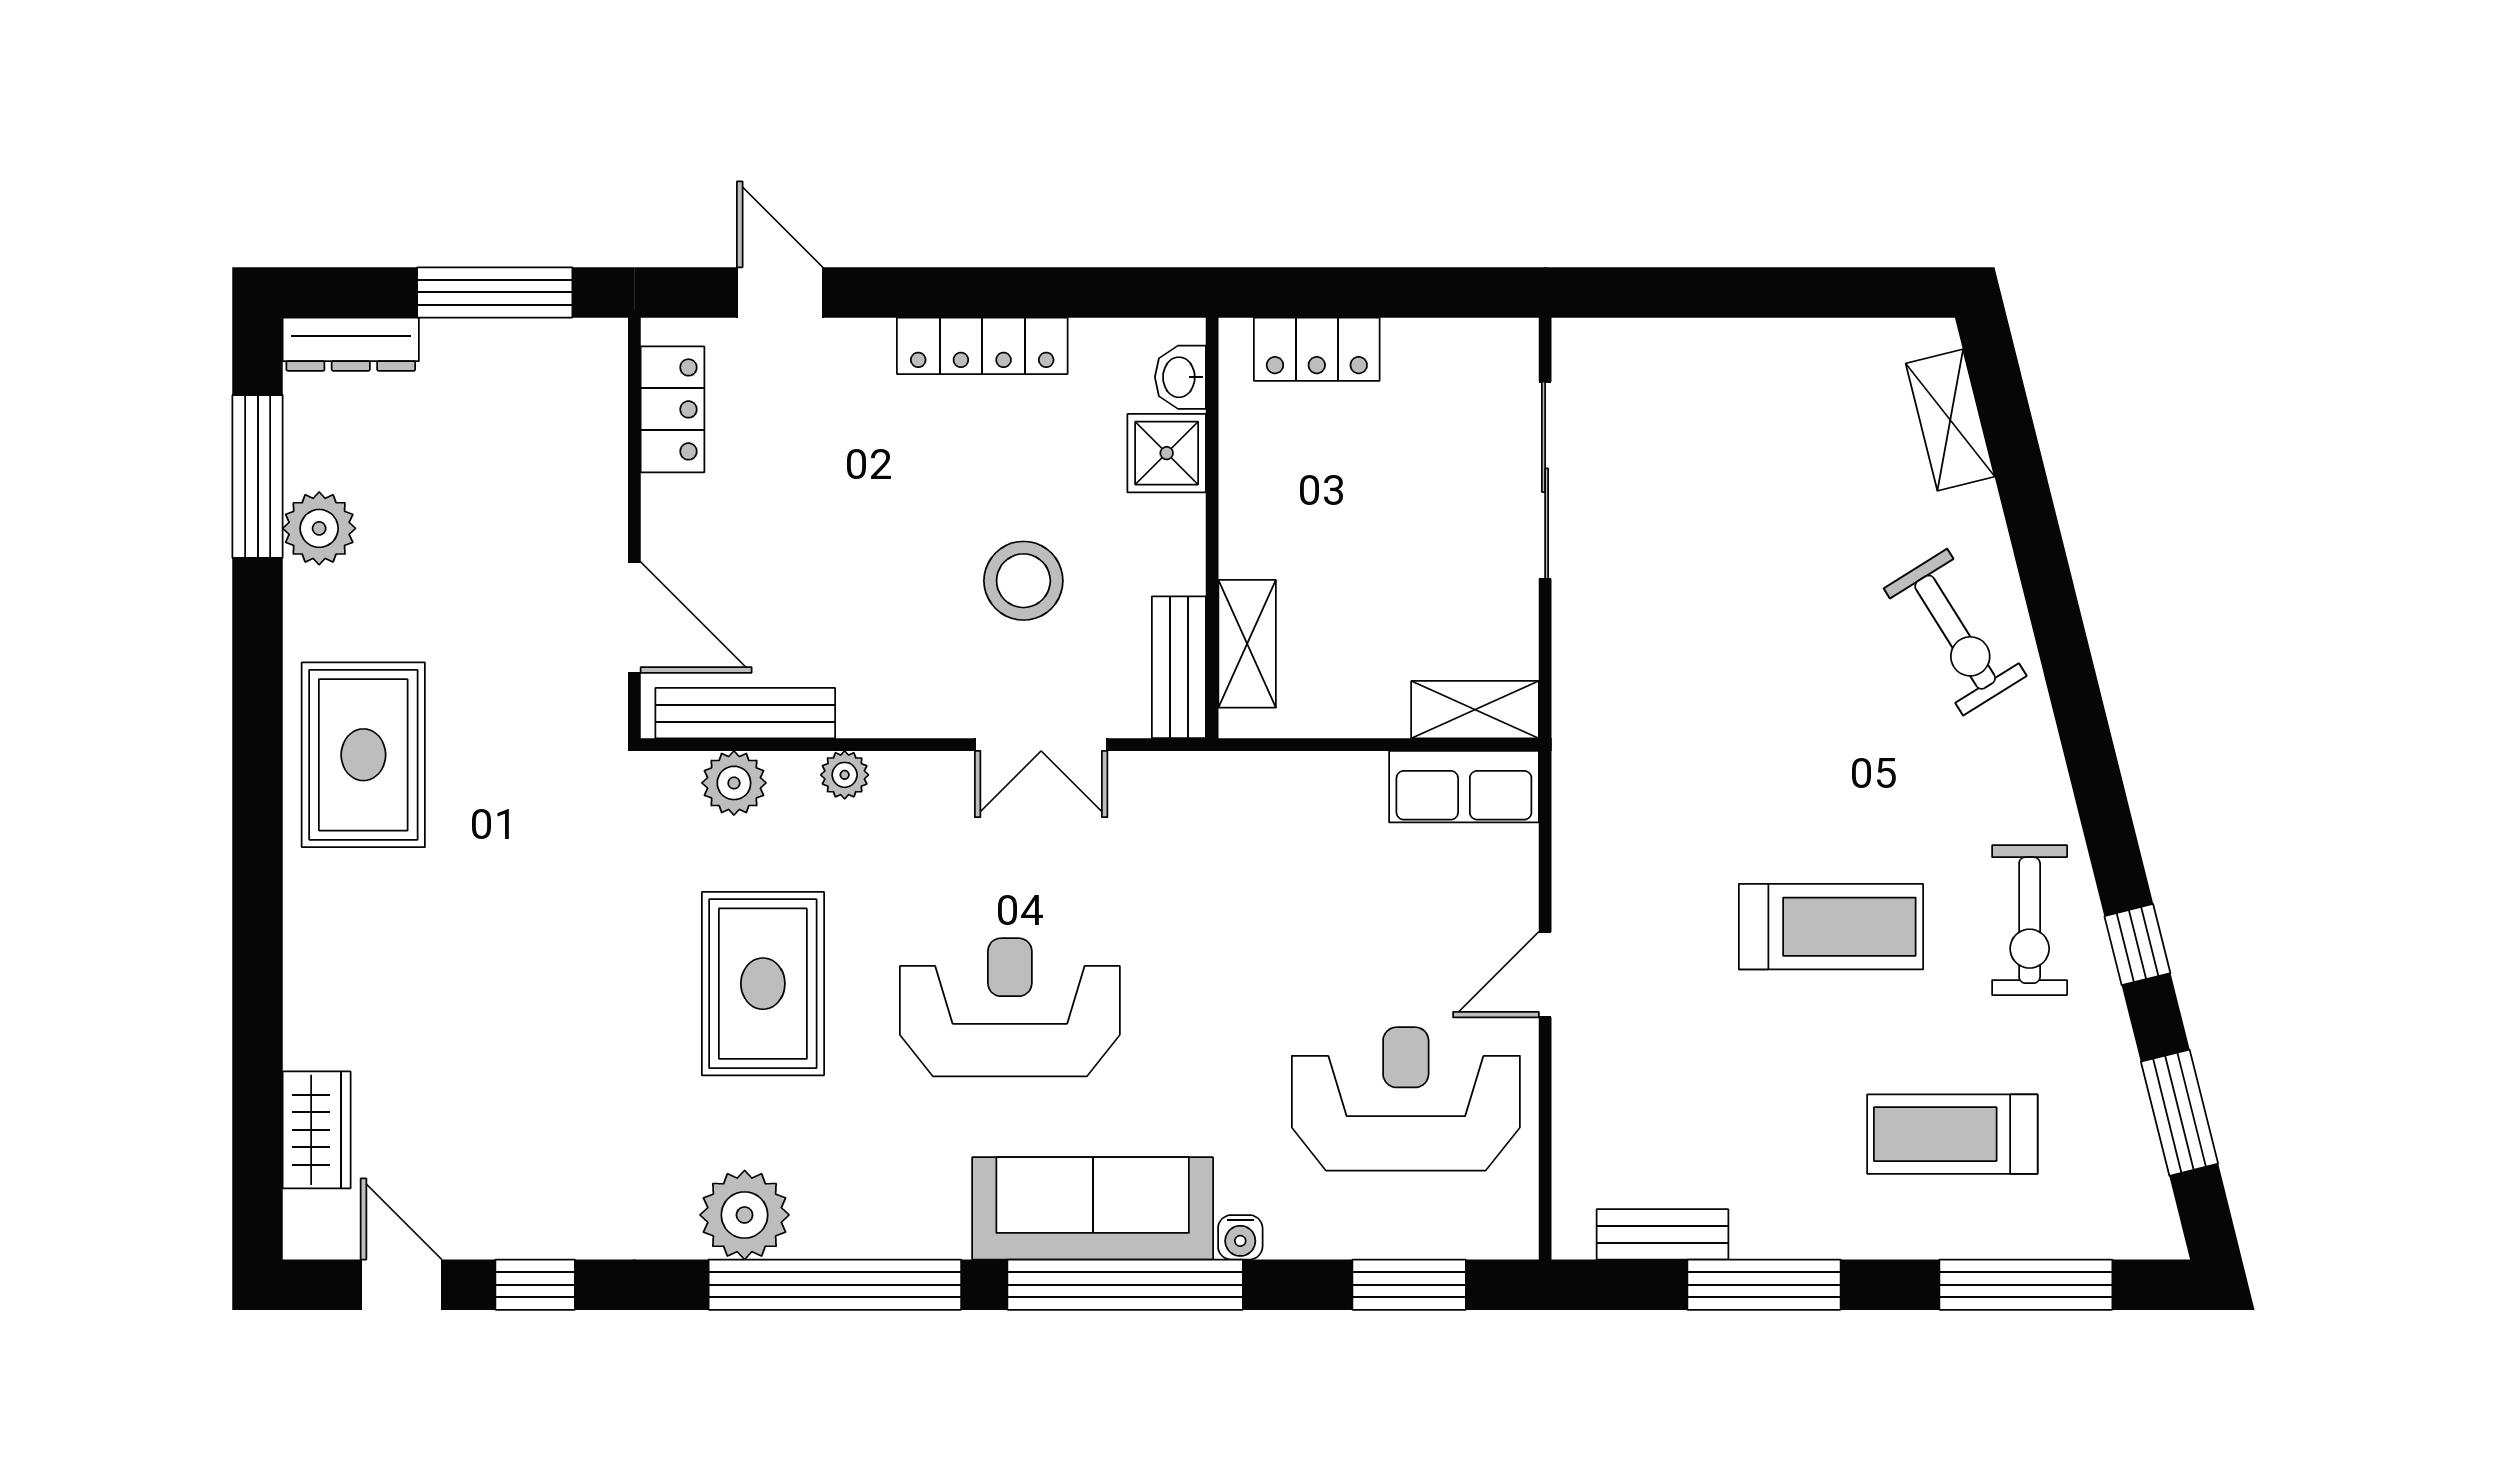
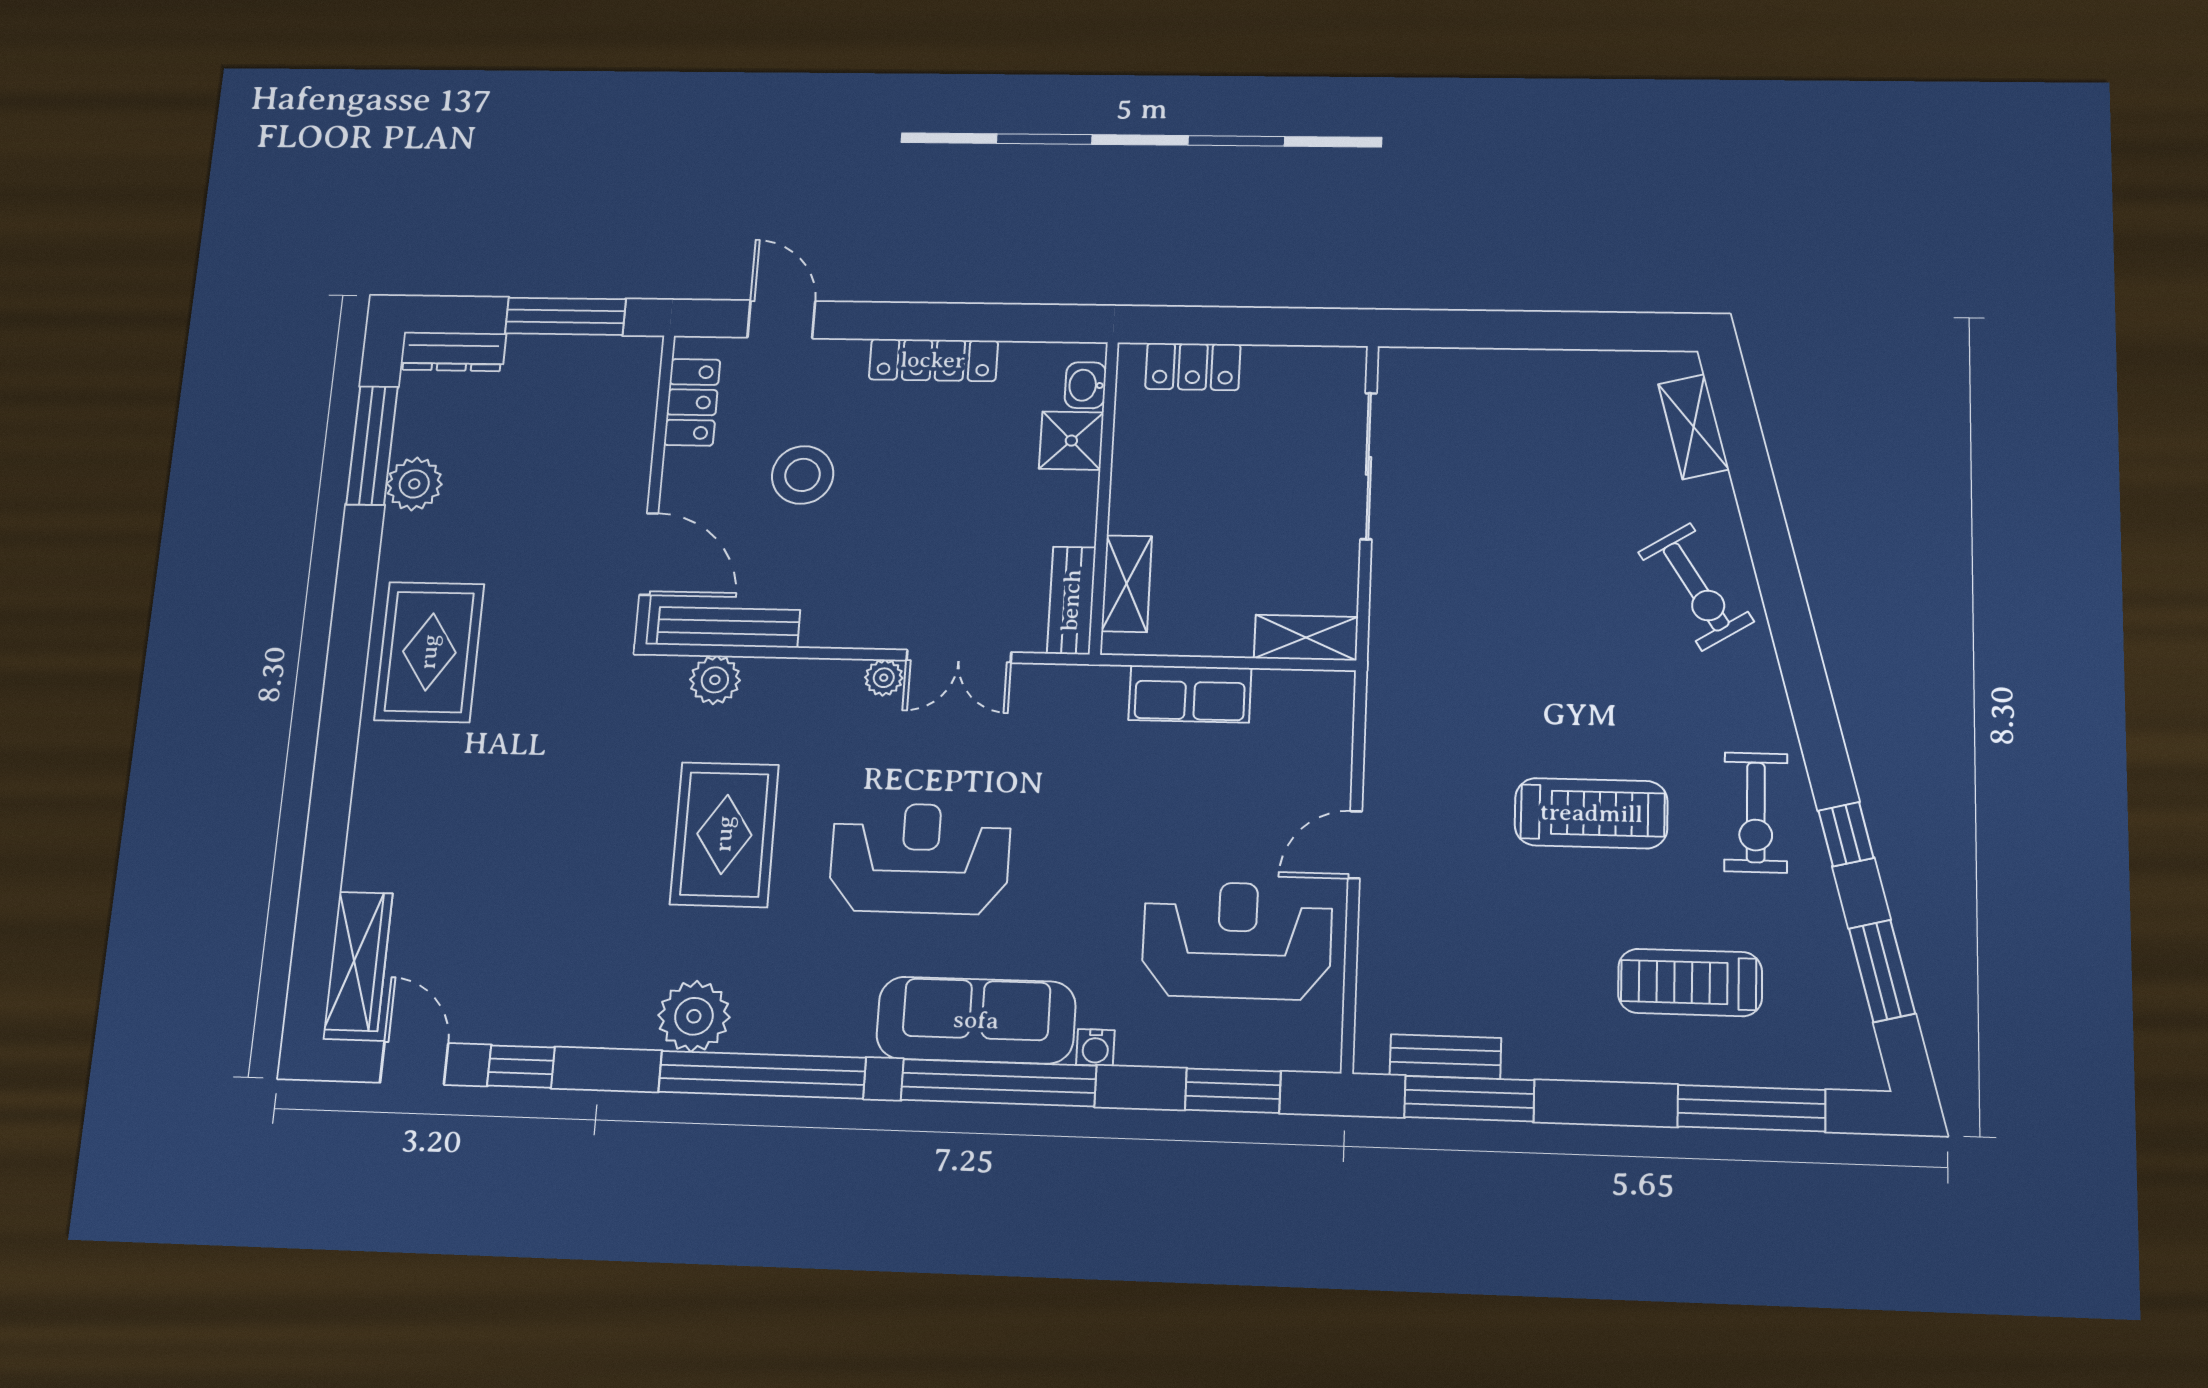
stool: (1023, 581) -> (803, 475), moved
plant: (845, 775) -> (884, 678), moved
row of seats: (1464, 787) -> (1190, 694), moved
wardrobe: (317, 1130) -> (358, 961), width x1.50
window: (1764, 1285) -> (1469, 1099), moved

